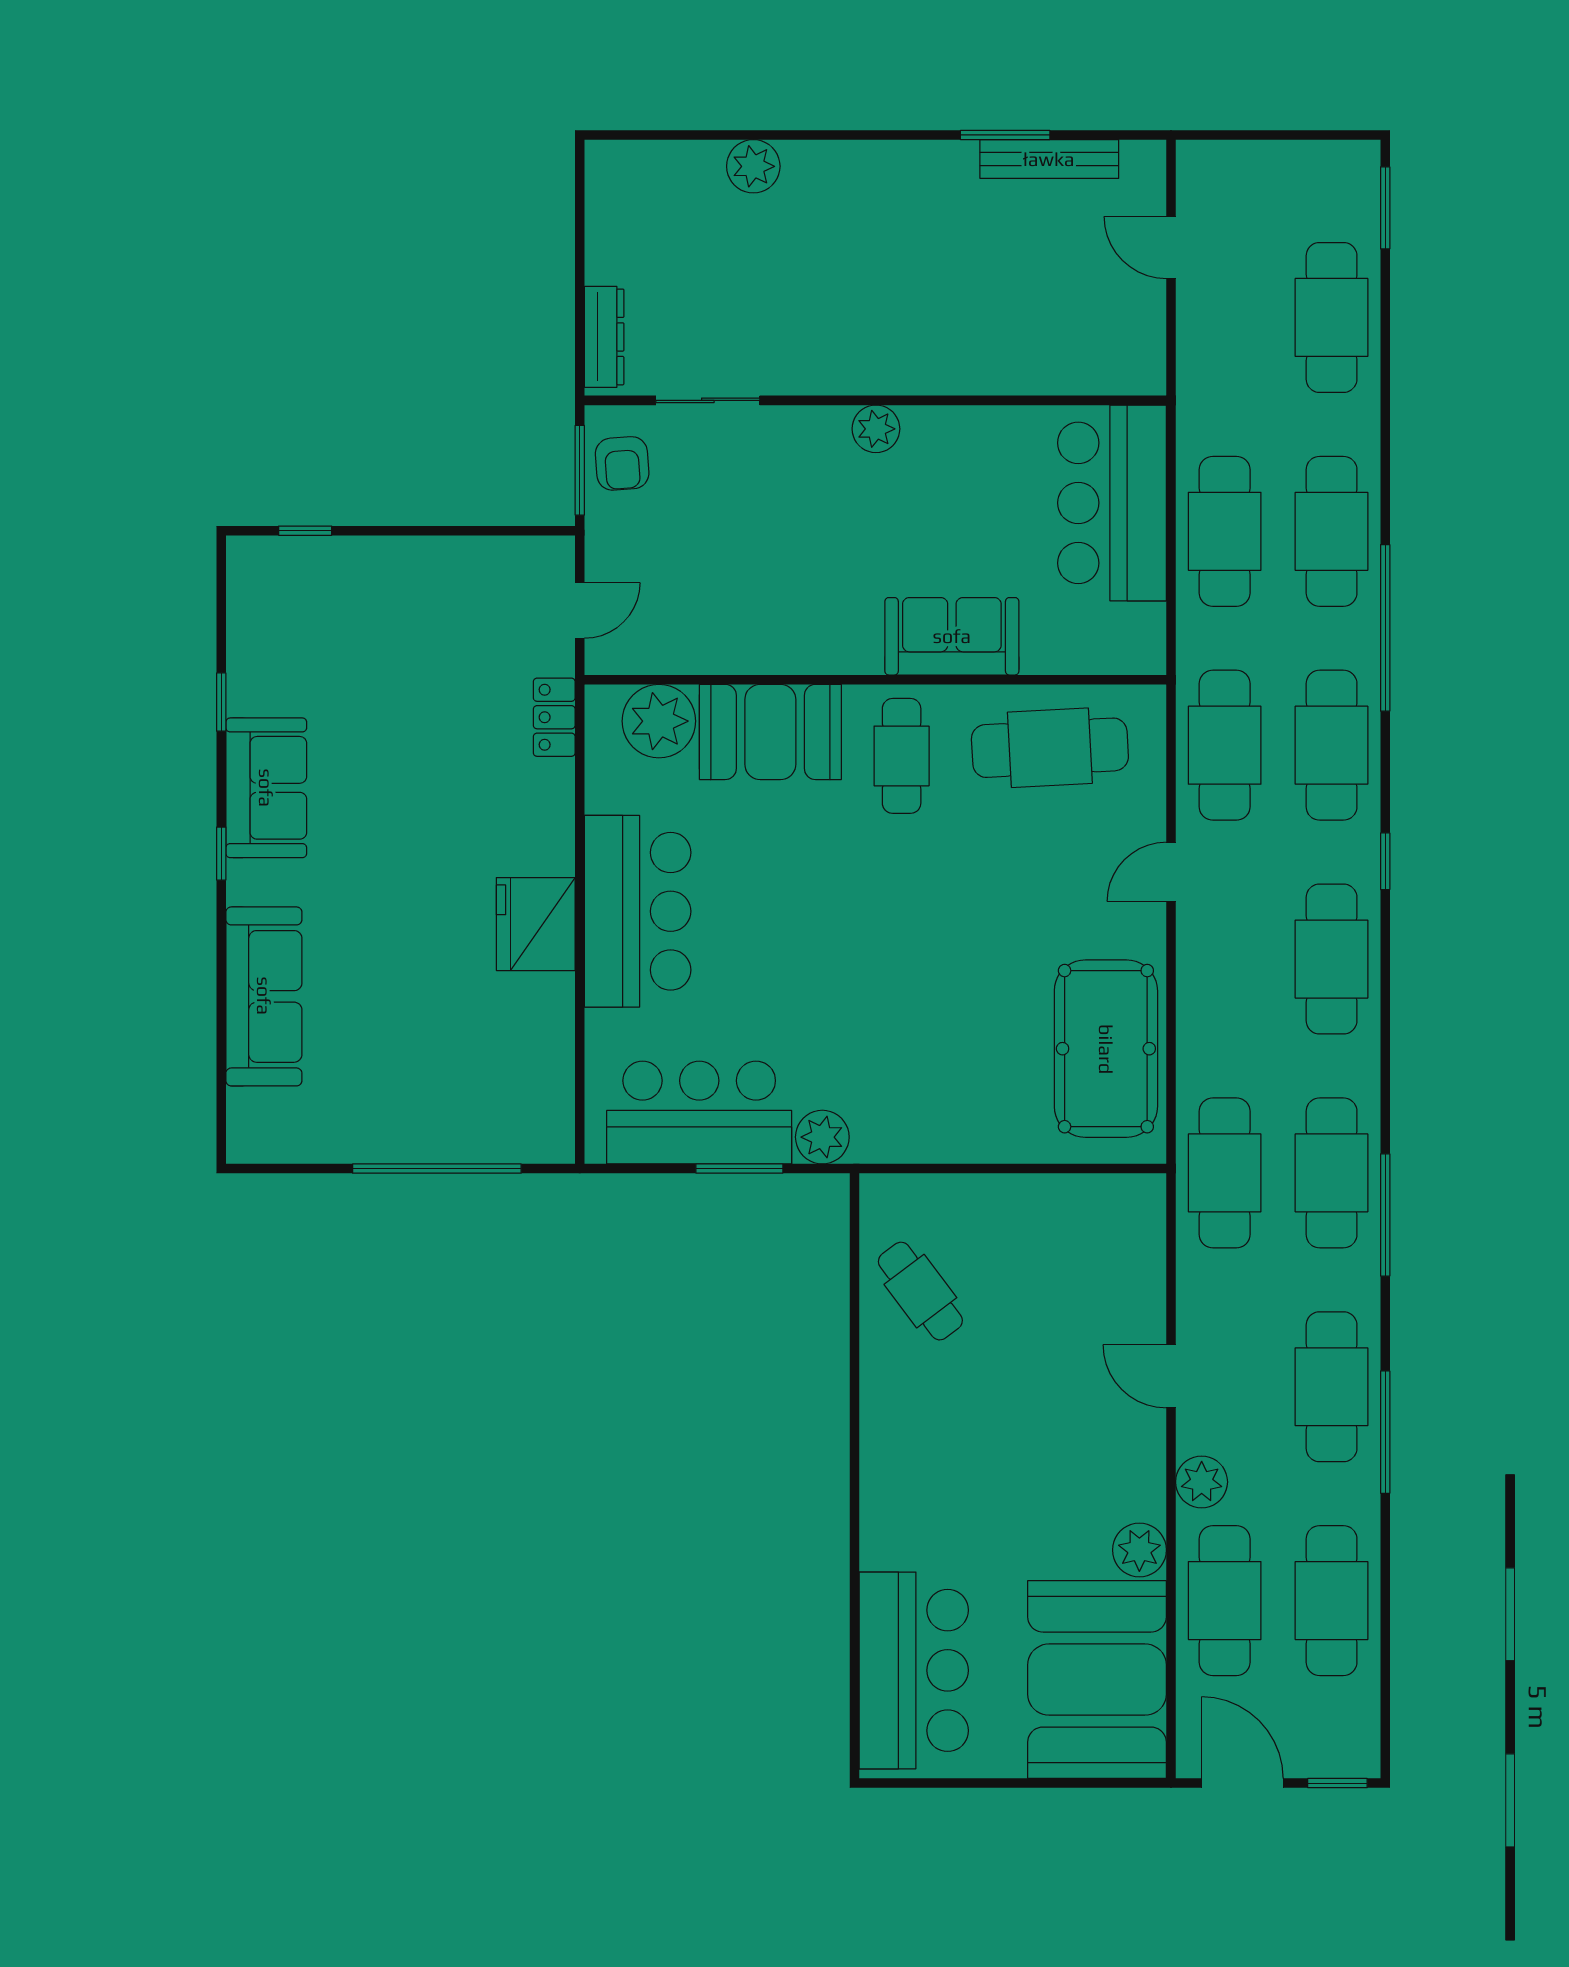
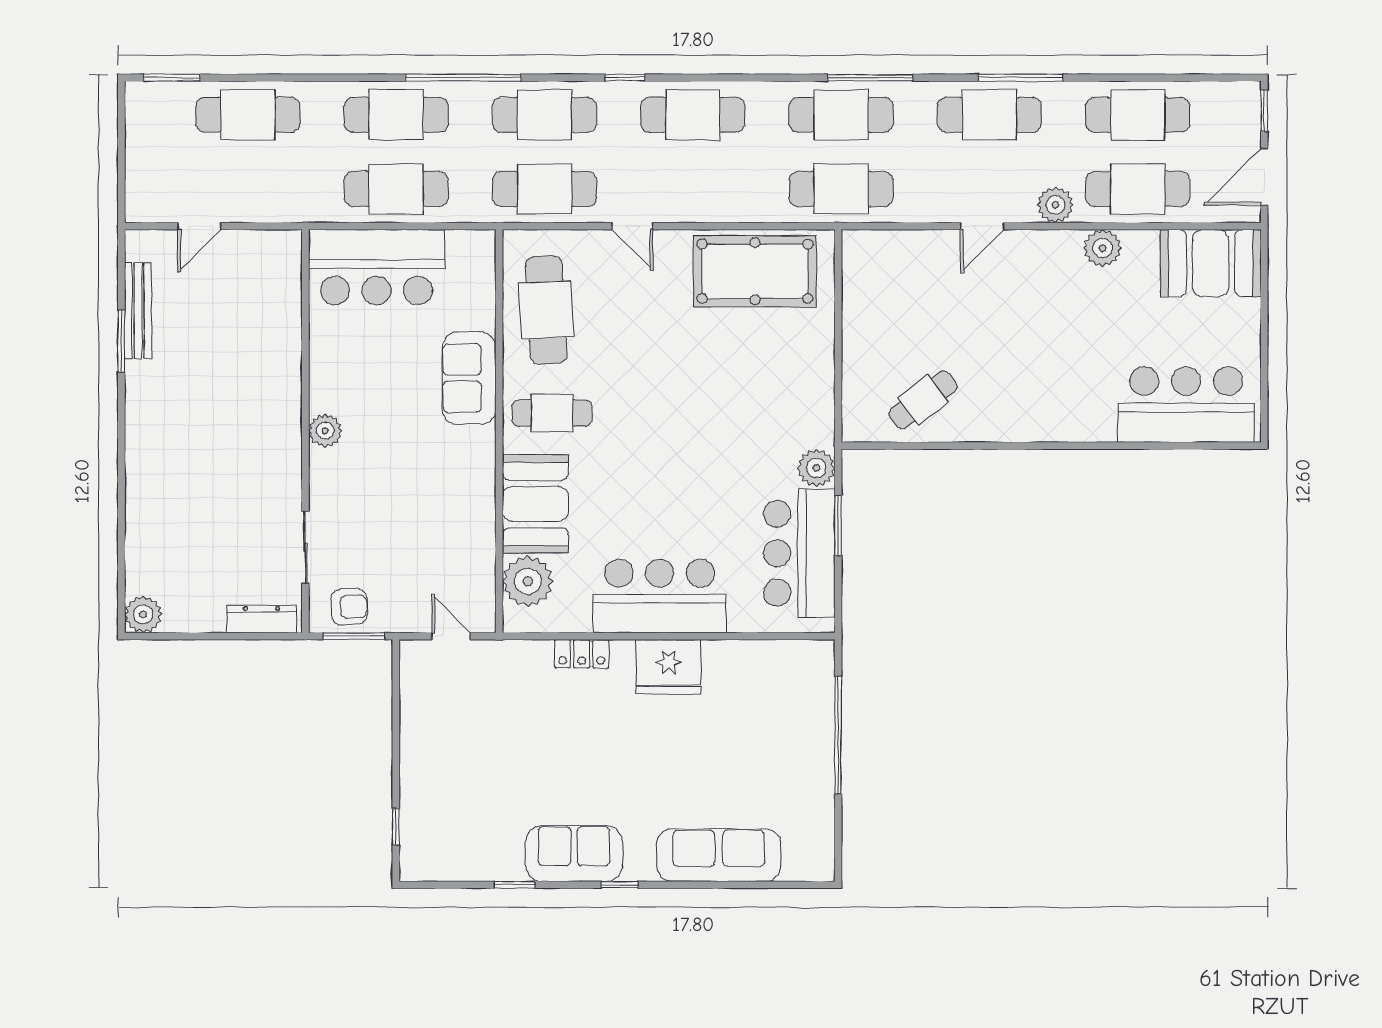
plant: (753, 166) -> (143, 614), moved
locker: (554, 717) -> (582, 654), moved
booth: (1097, 1680) -> (1211, 263), width x0.73, depth x0.70

